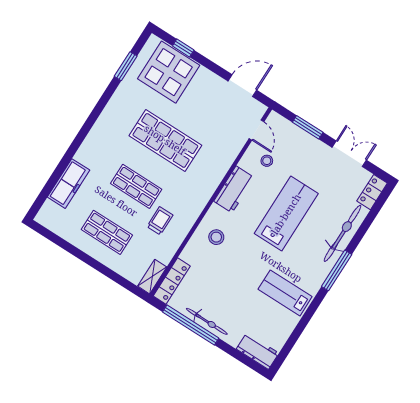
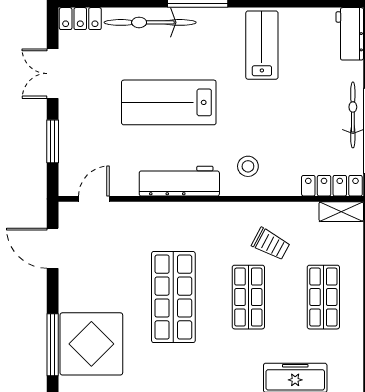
window: (183, 48) -> (53, 345), width x2.17
stool: (267, 161) -> (122, 164), removed
workbench: (234, 189) -> (179, 181), width x1.38
trolley: (160, 221) -> (271, 244), turned -152
lab bench: (285, 293) -> (262, 45), turned 180

